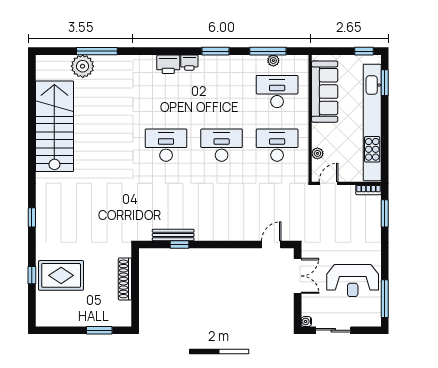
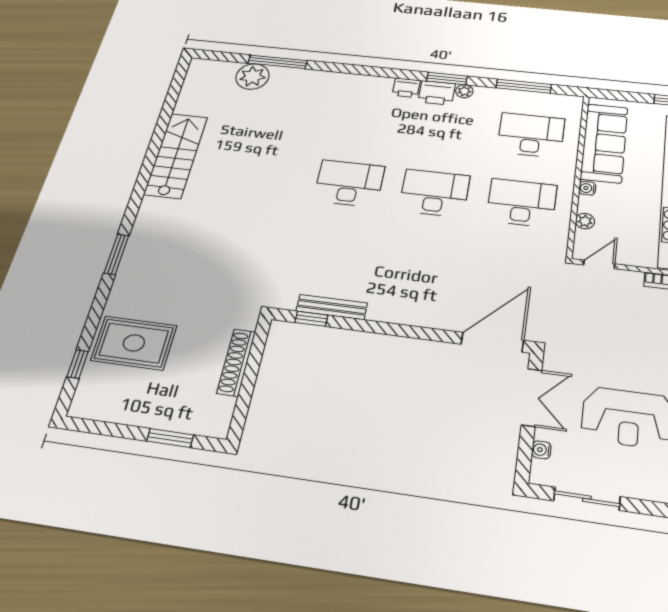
plant: (273, 61) -> (464, 91), moved
printer: (168, 64) -> (437, 93), moved
stairs: (54, 126) -> (176, 155), width x0.73, depth x0.66
water cooler: (317, 129) -> (587, 188), added
window: (32, 217) -> (116, 254), width x1.50
window: (179, 245) -> (311, 319), moved
door: (271, 245) -> (492, 342), width x1.88
window: (32, 275) -> (78, 364), moved
water cooler: (306, 321) -> (541, 450), moved

